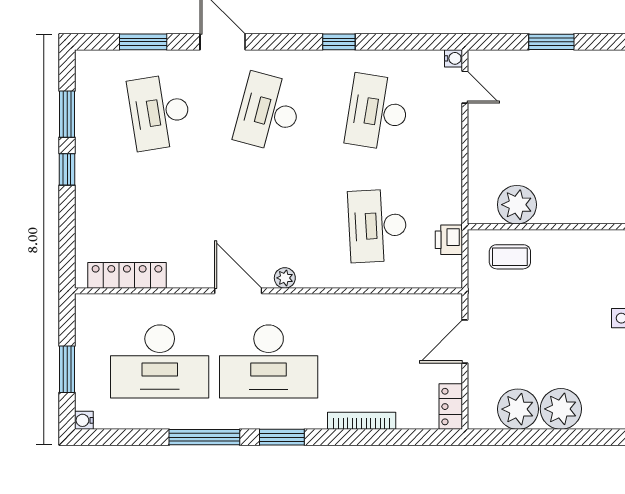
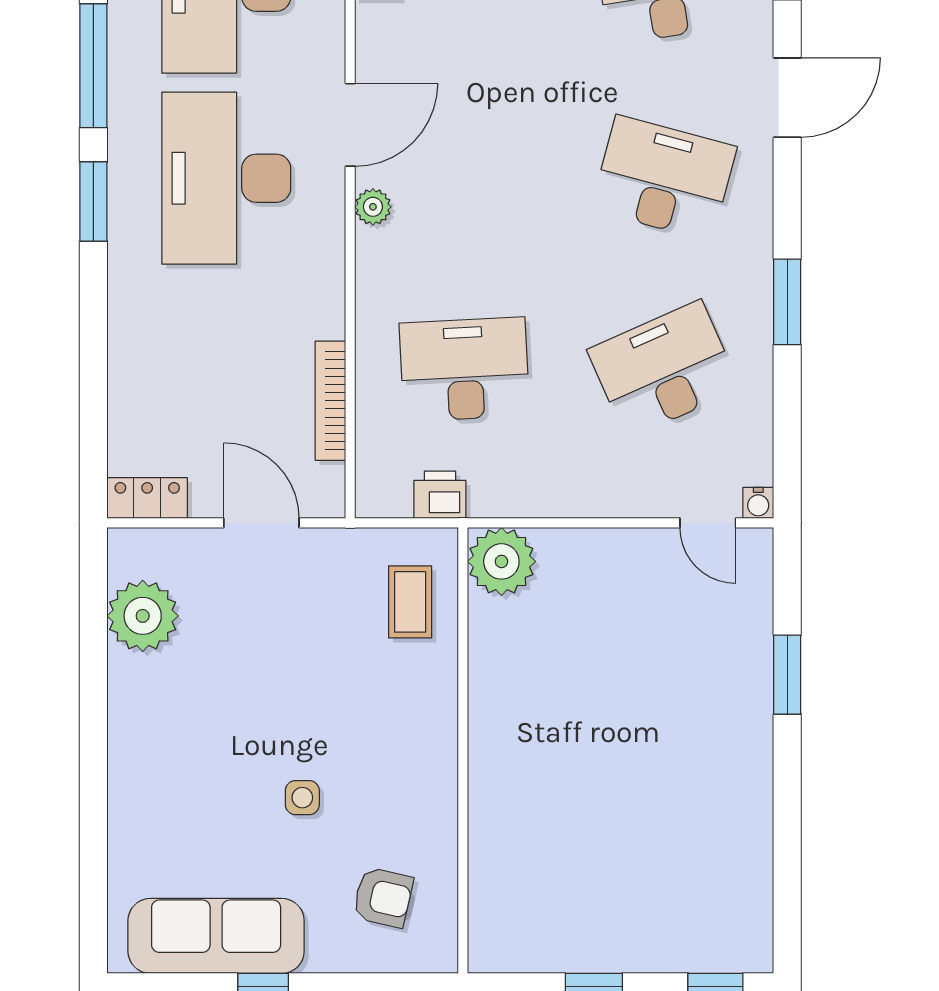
window: (339, 42) -> (787, 302), width x1.50
door: (465, 87) -> (708, 523), hinge flipped
desk: (377, 112) -> (664, 369), turned -33
plant: (517, 205) -> (501, 561), moved
plant: (561, 409) -> (143, 691), removed
bookcase: (362, 421) -> (330, 401), moved, turned 180

